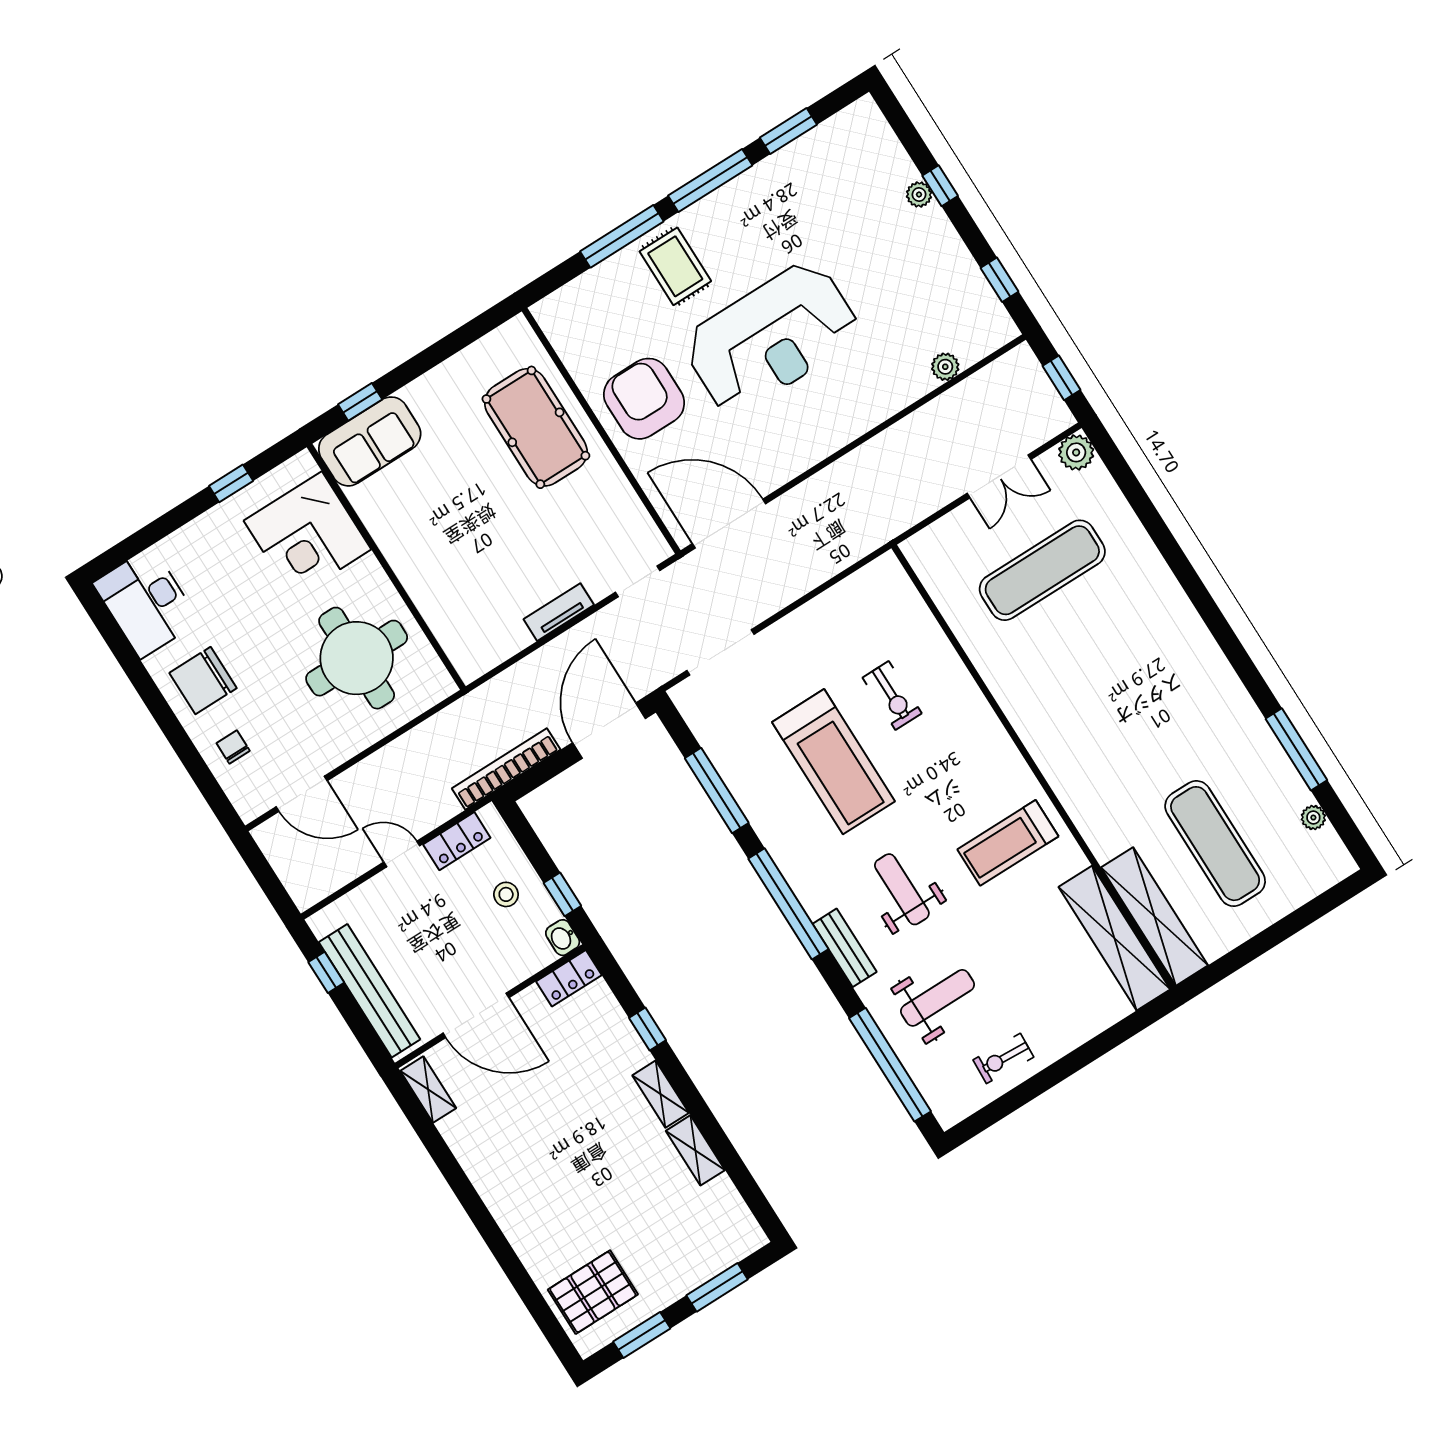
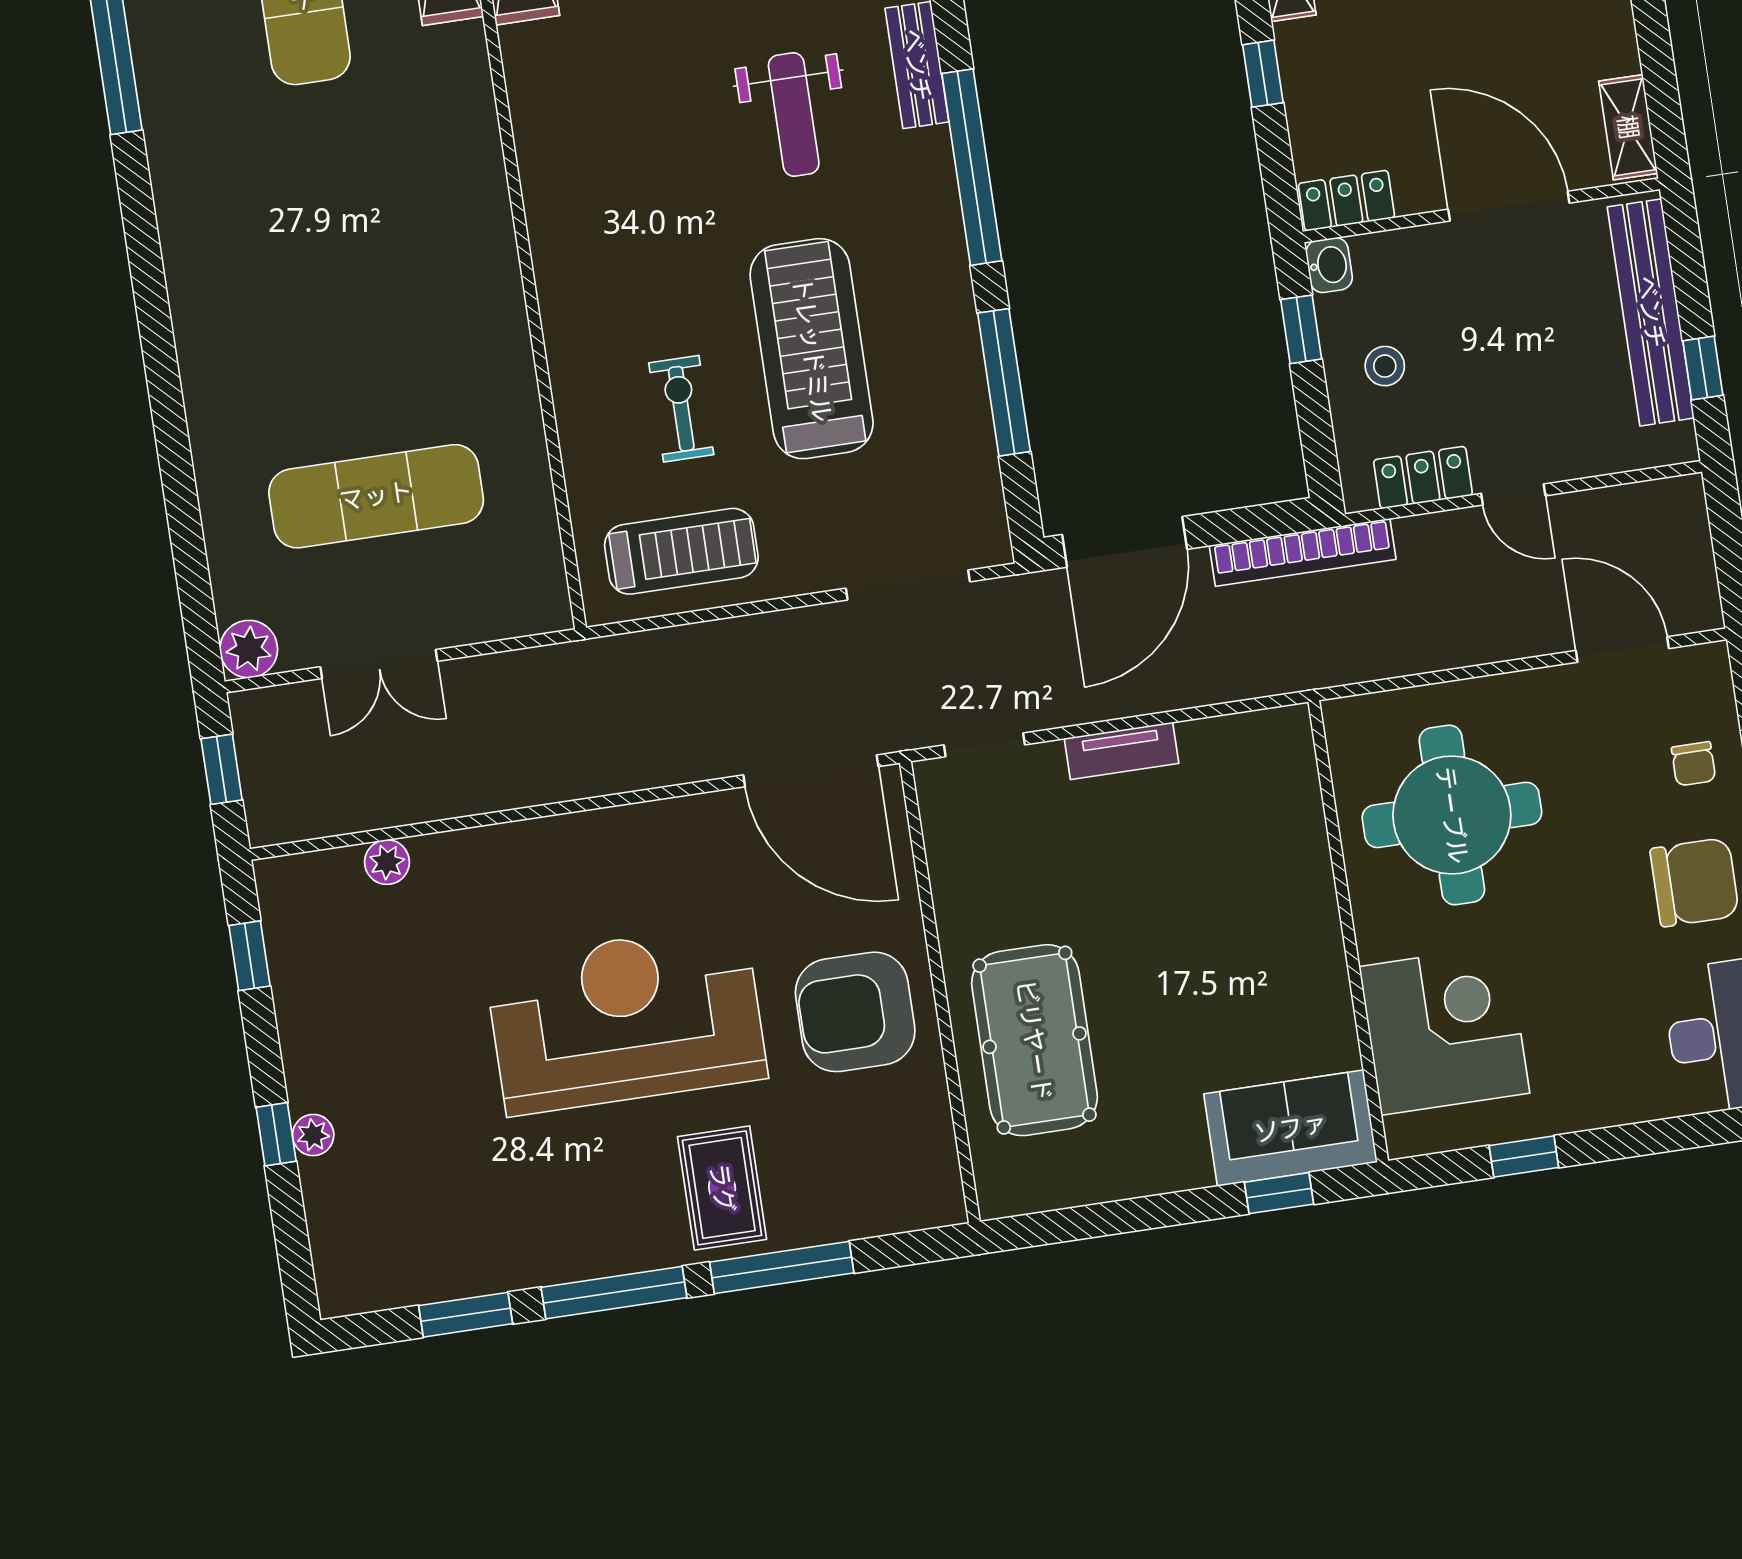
armchair: (644, 399) -> (855, 1012), turned 90
double door: (999, 476) -> (379, 664), swing flipped
treadmill: (1008, 843) -> (681, 551), moved

